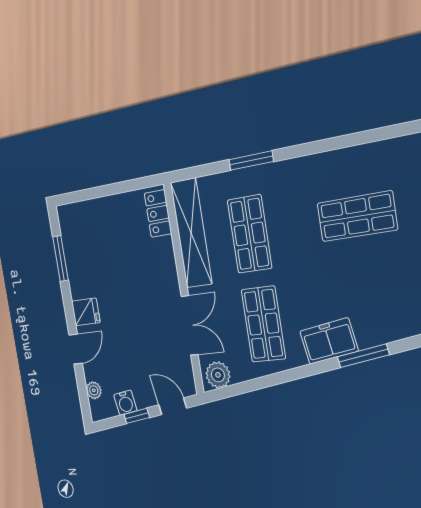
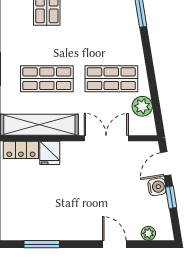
fridge: (86, 312) -> (50, 153), moved, turned 180
freezer: (329, 341) -> (128, 32), removed
plant: (218, 375) -> (142, 106), moved
water cooler: (125, 403) -> (157, 187), moved

